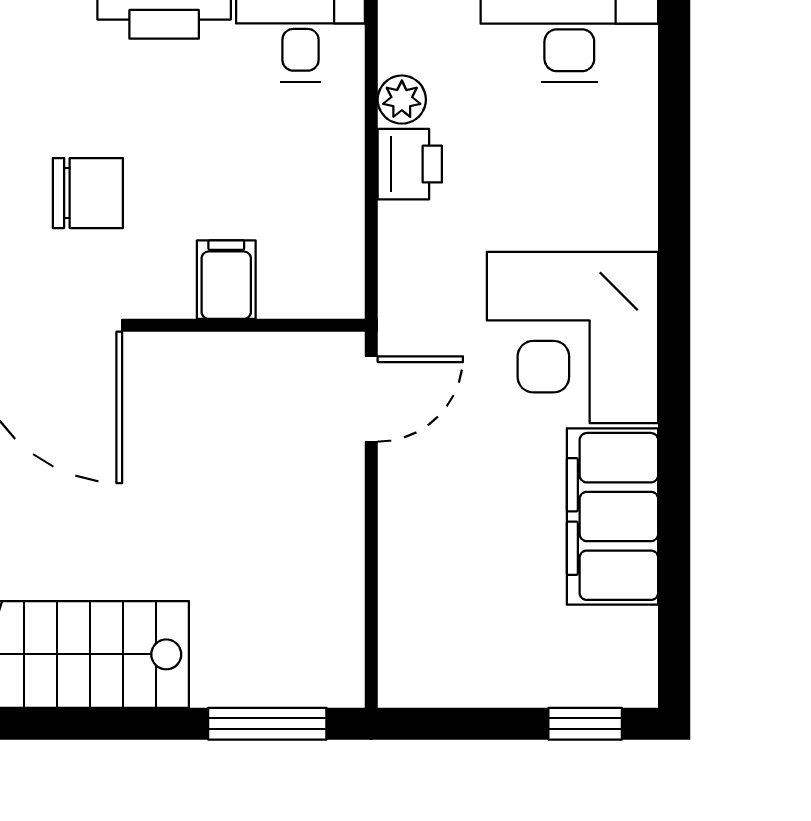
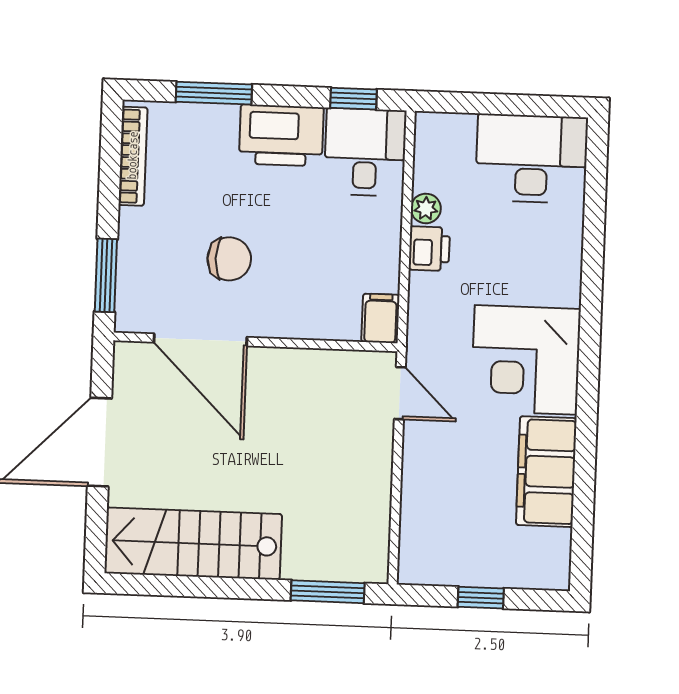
filing cabinet: (226, 280) -> (381, 318), moved
door: (371, 399) -> (400, 393), hinge flipped
window: (585, 724) -> (481, 598), moved

